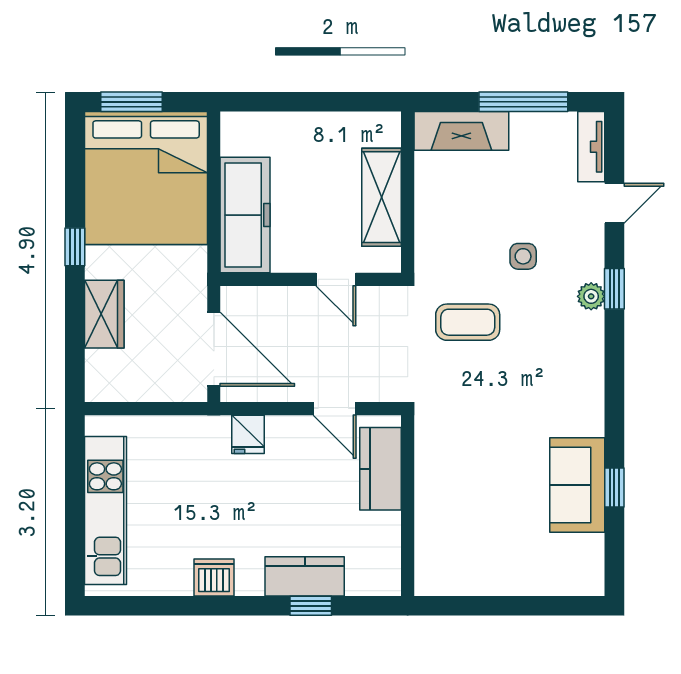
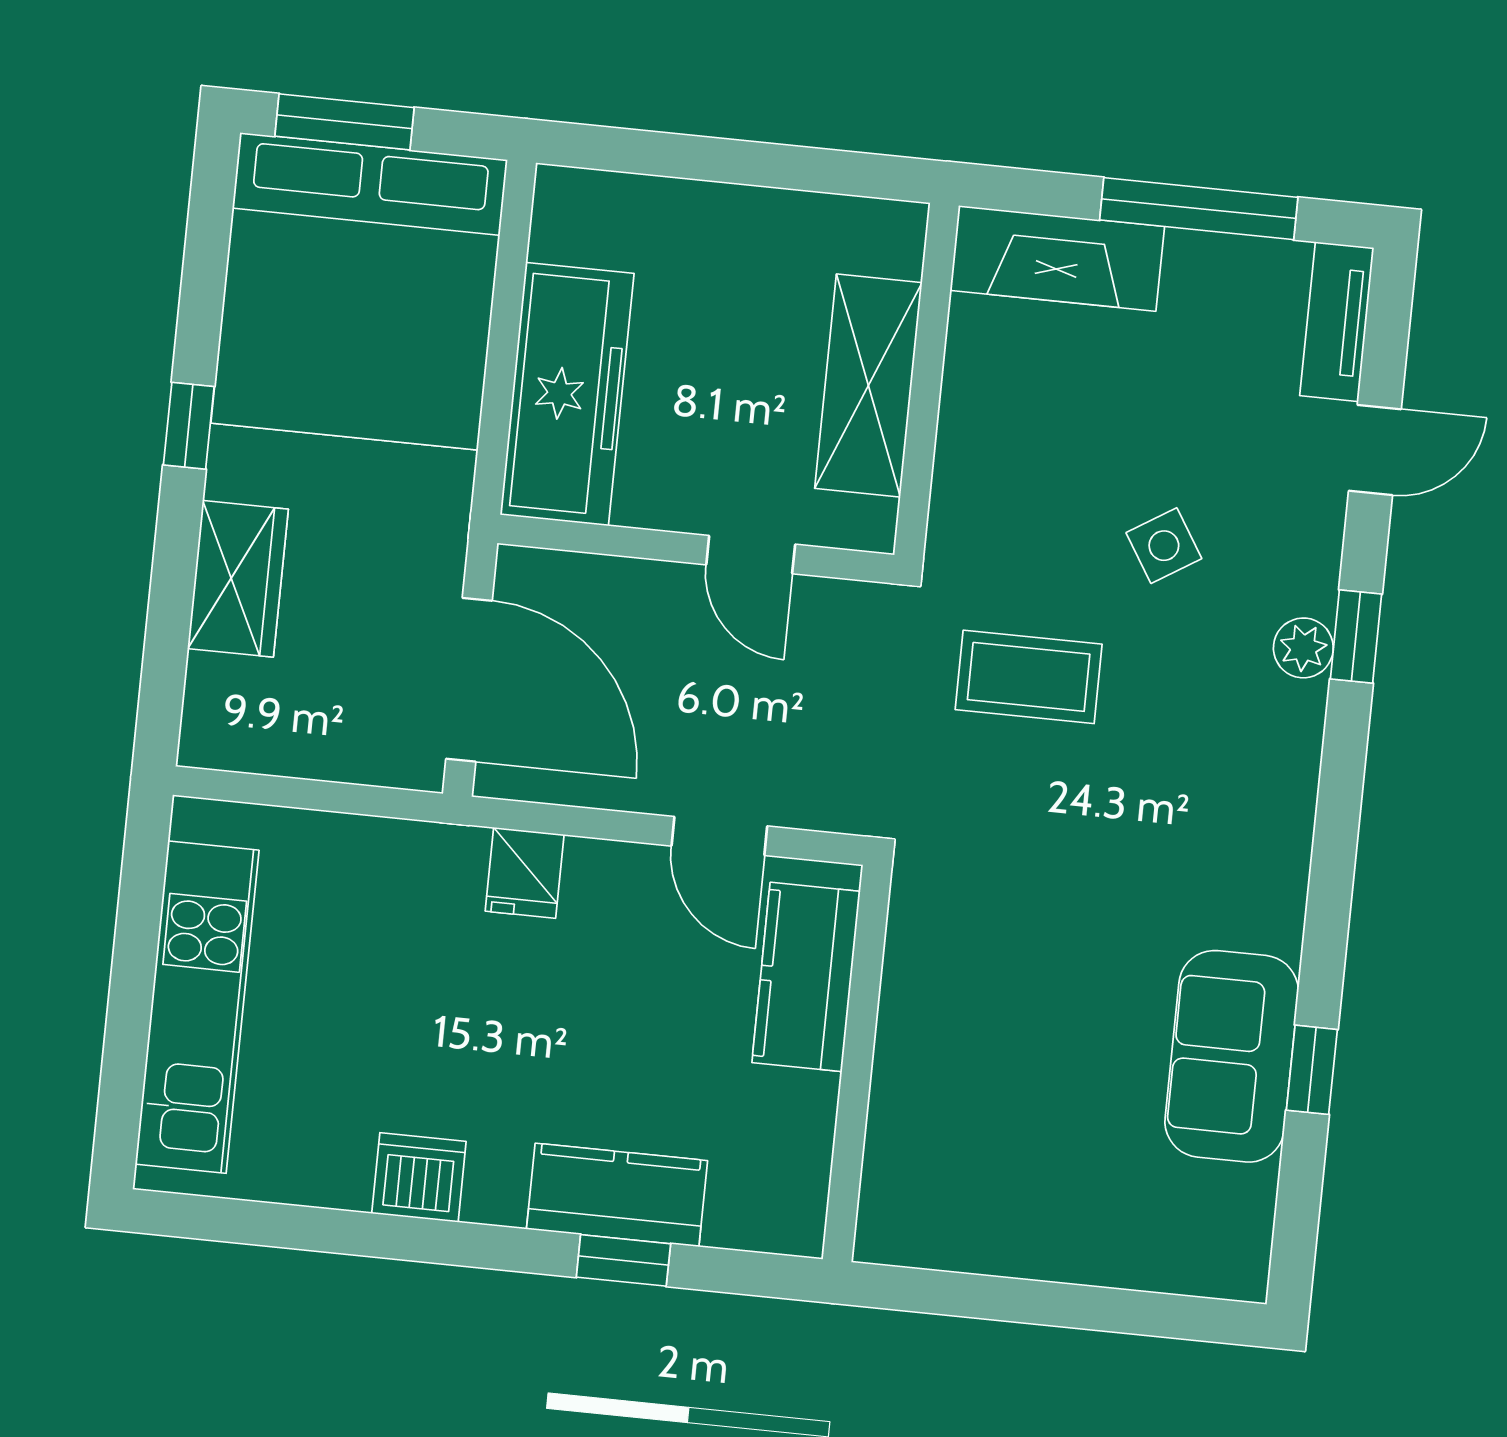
side table: (523, 256) -> (1164, 546), turned -32

